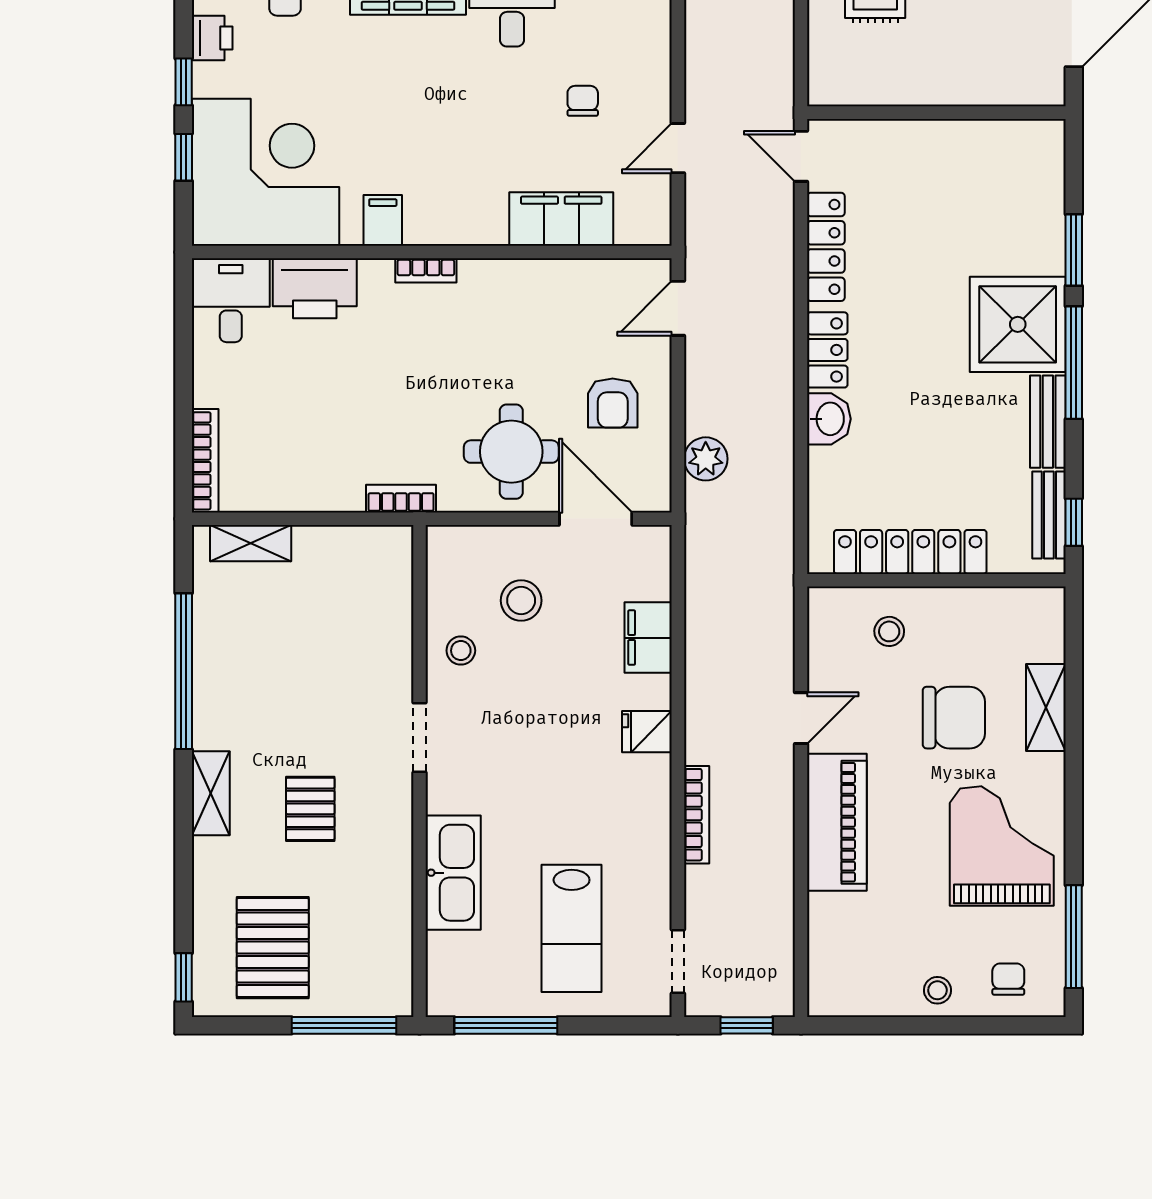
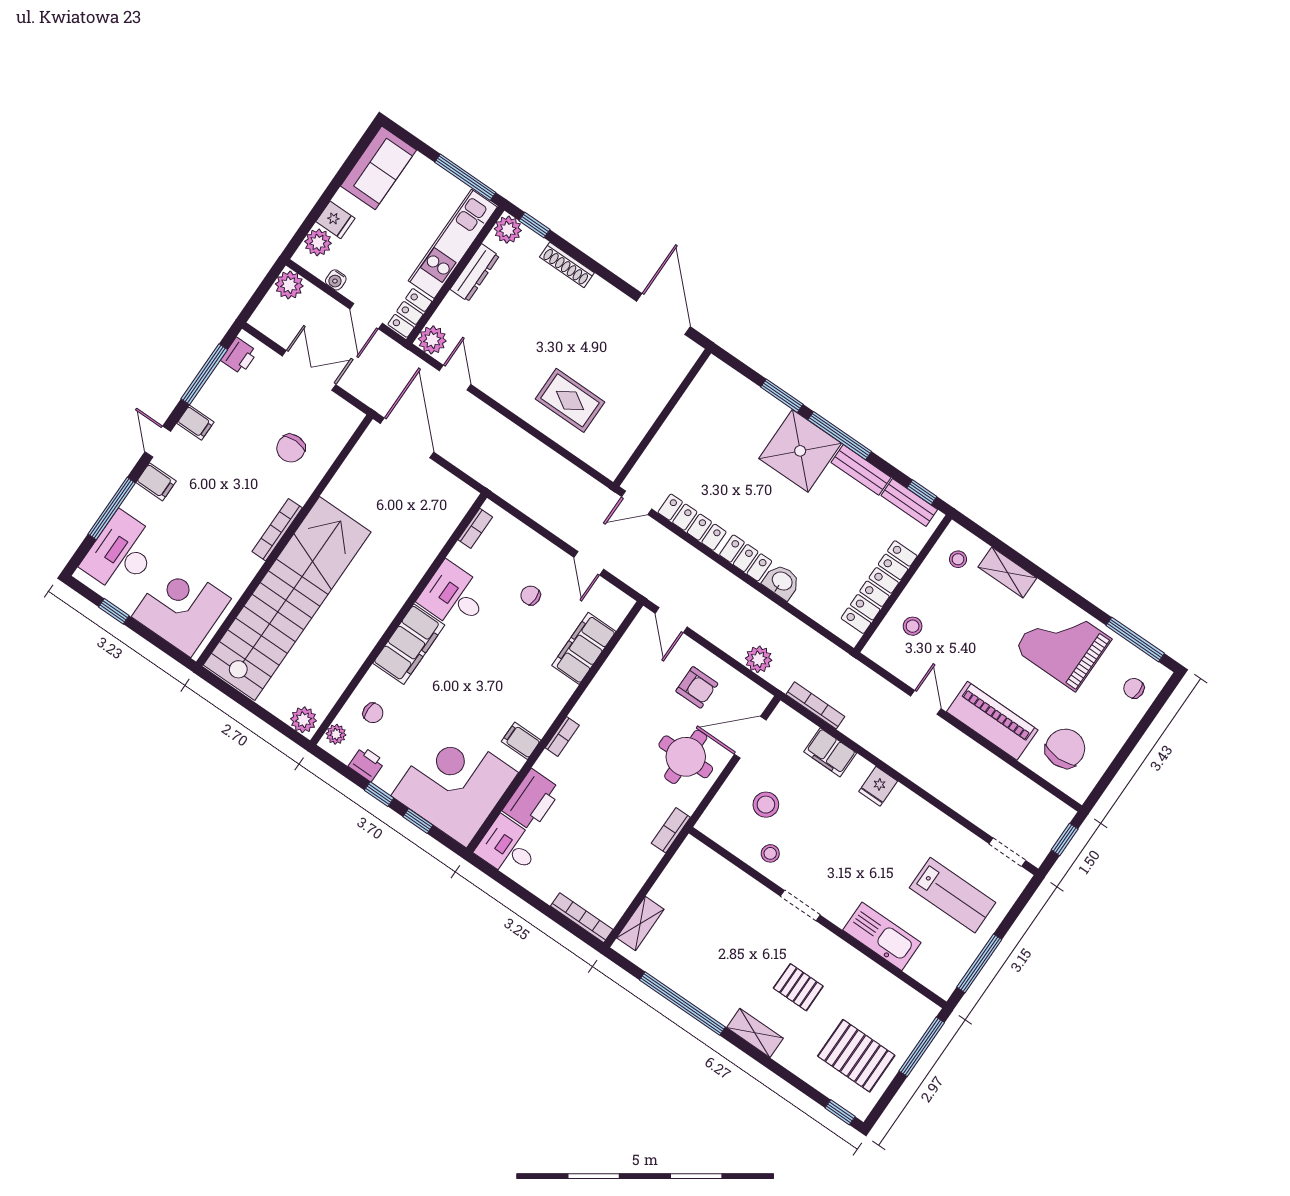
chair: (954, 718) -> (1065, 748), moved
bookcase: (697, 815) -> (815, 705), moved
stool: (937, 990) -> (958, 559), moved

